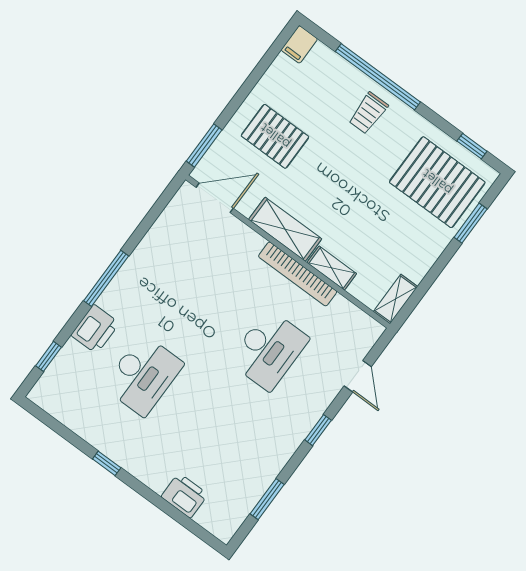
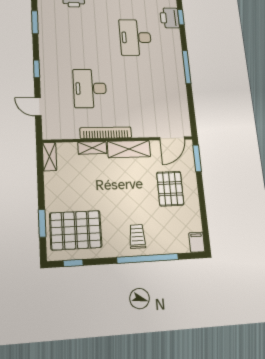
pallet: (275, 136) -> (170, 189), turned 90
printer: (95, 329) -> (170, 18), moved

